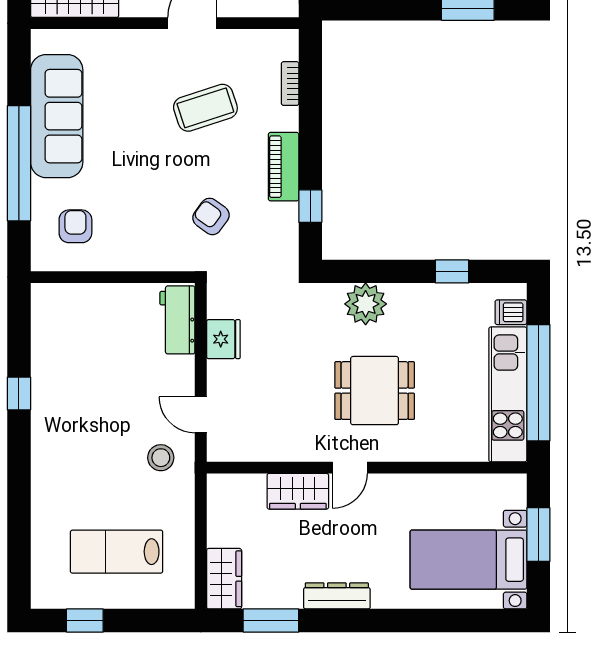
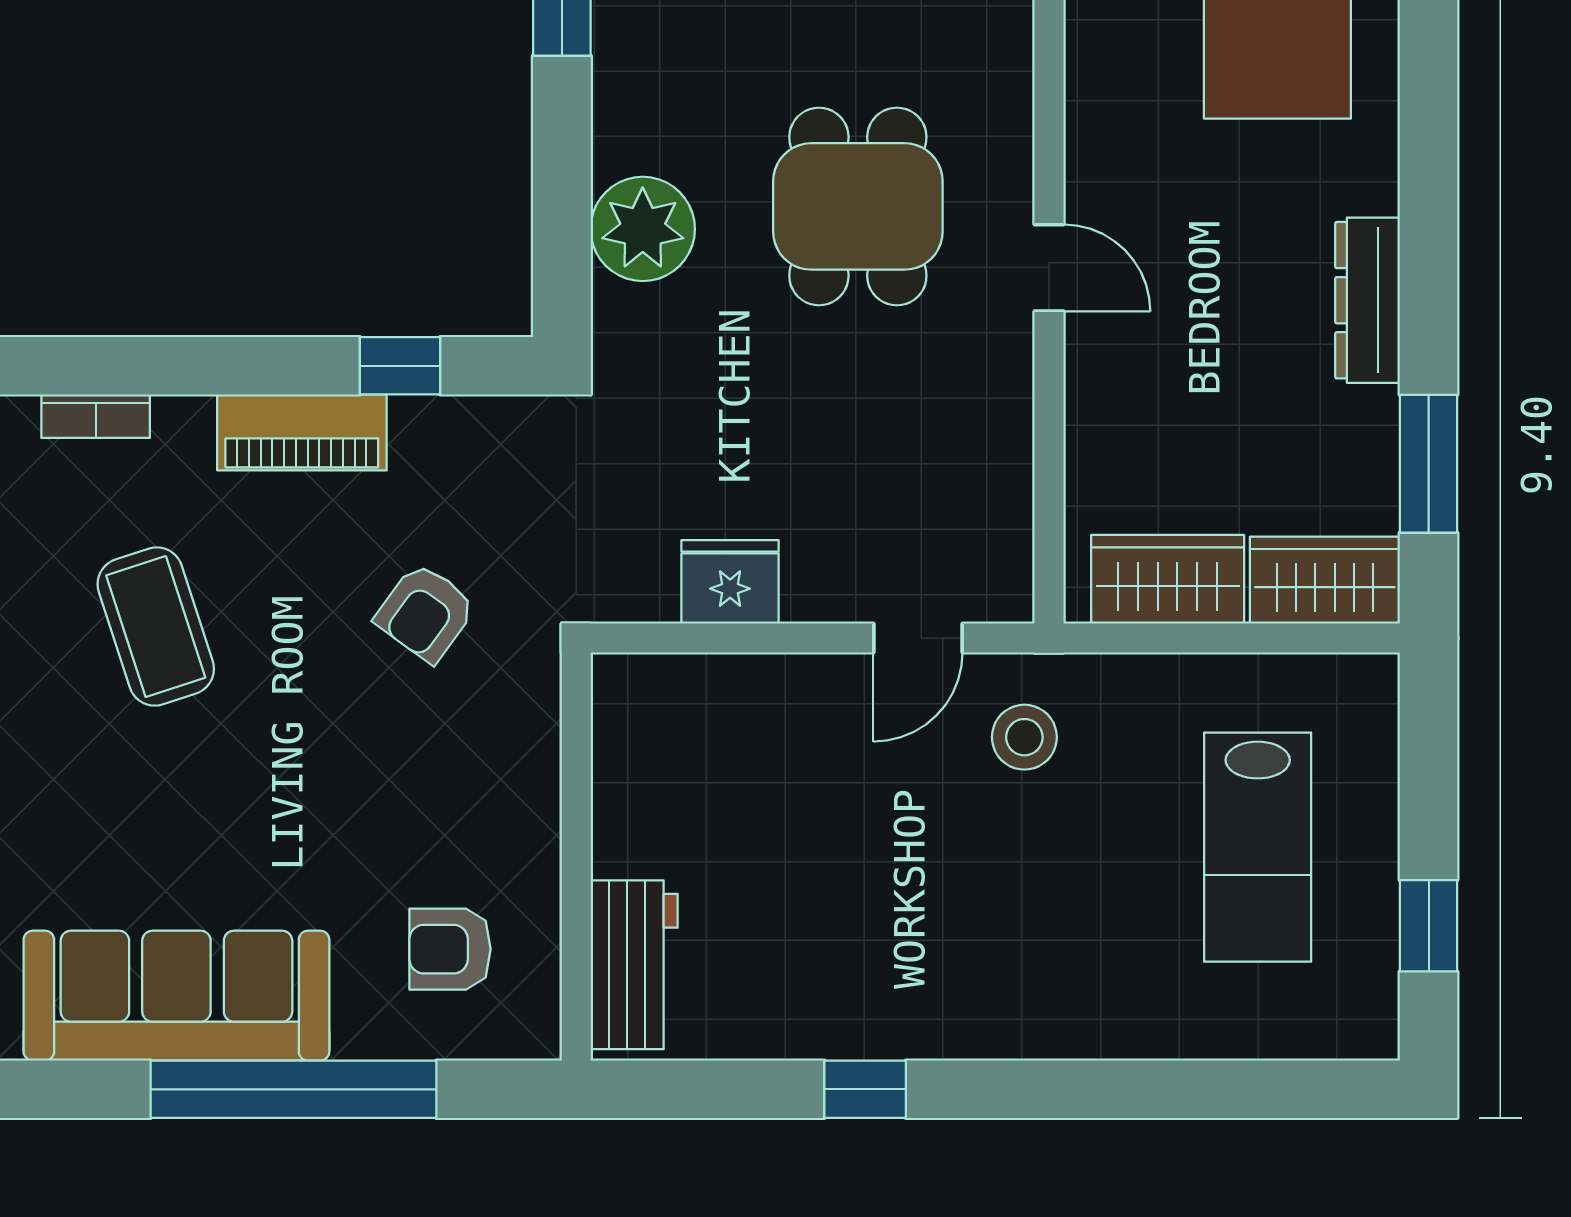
workbench: (177, 320) -> (634, 965), moved, turned -90
wardrobe: (298, 491) -> (1168, 579), moved, turned -90

